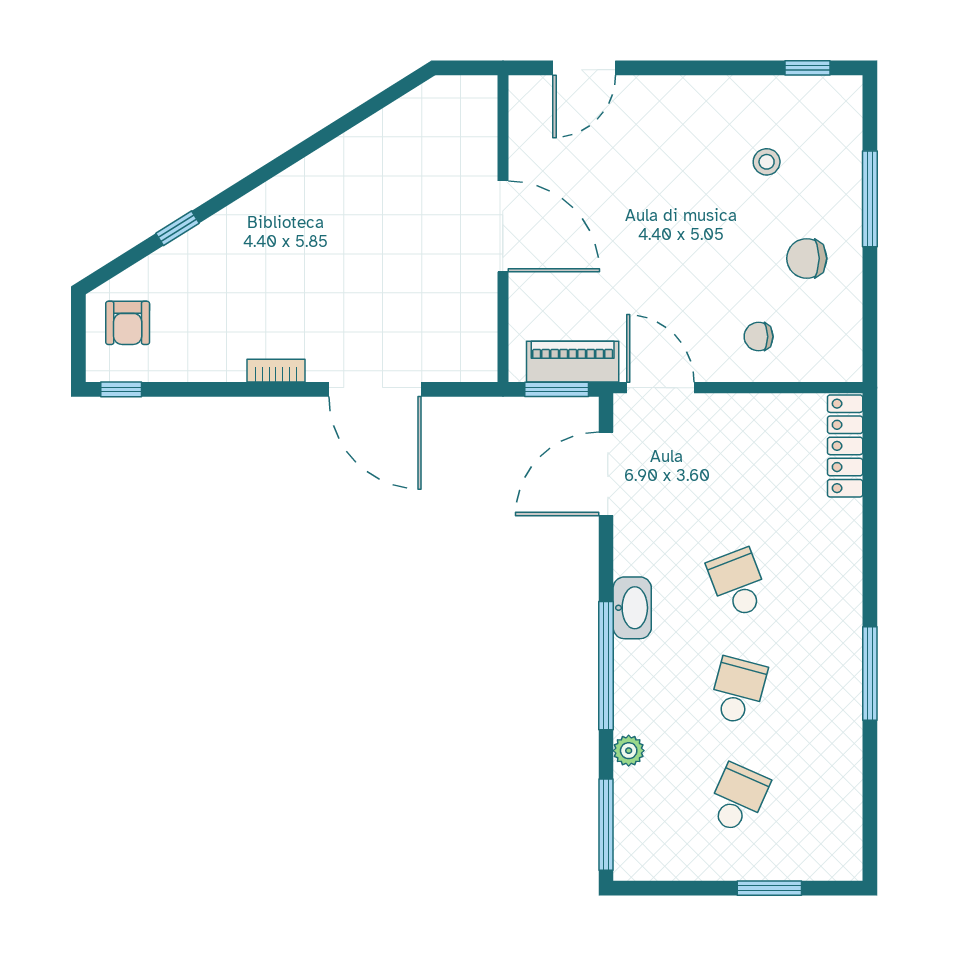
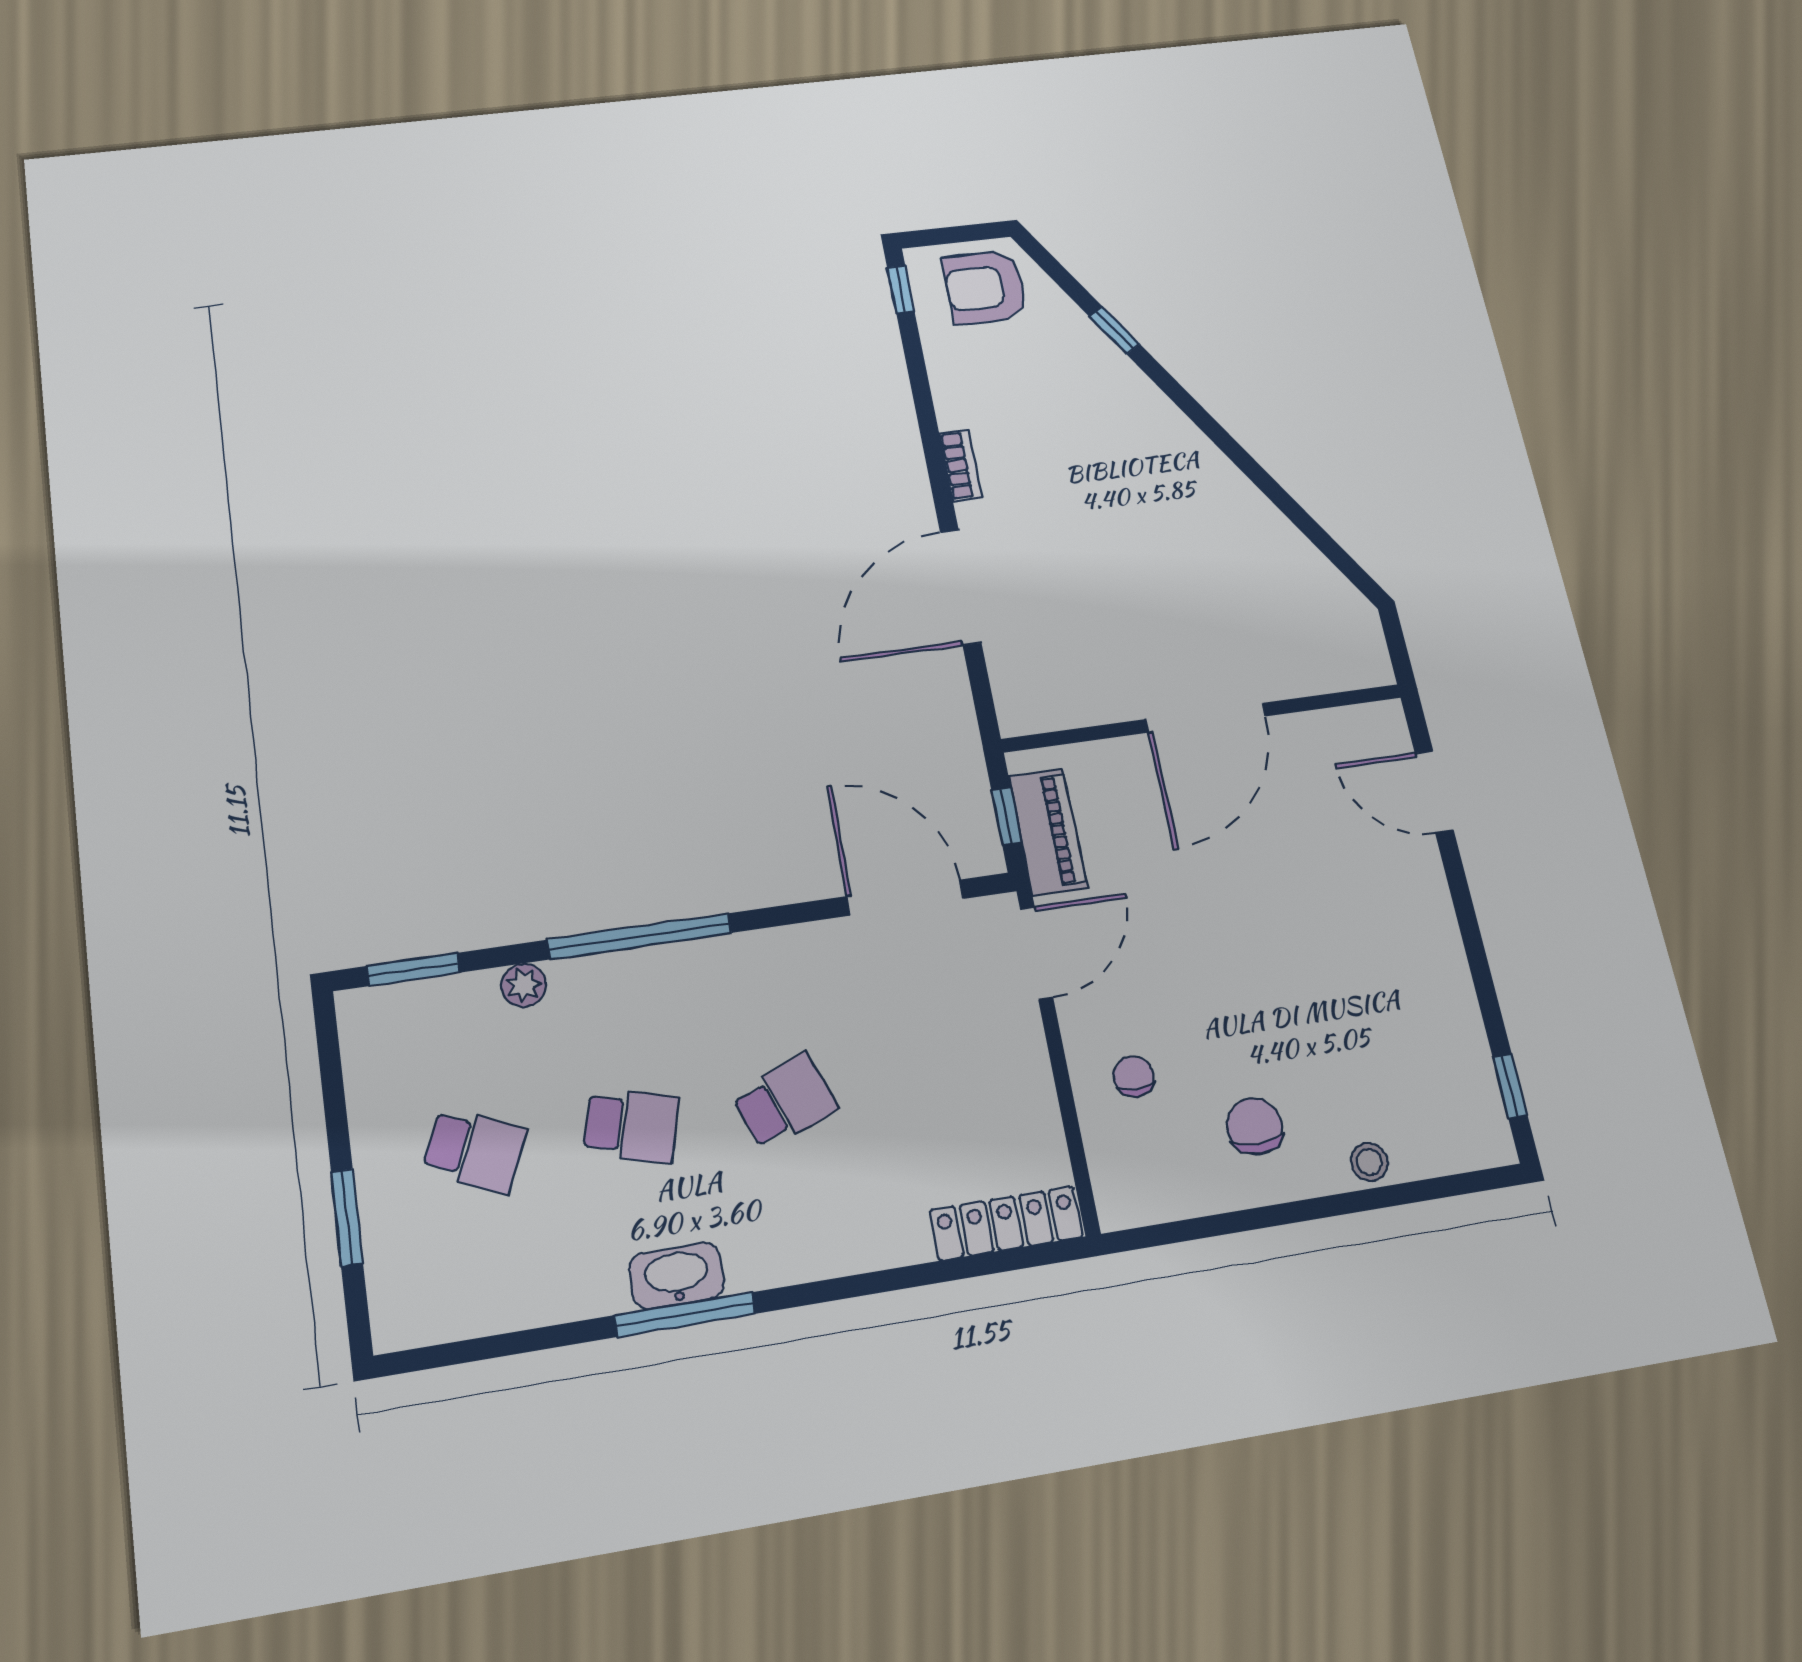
stool: (767, 162) -> (1369, 1162), moved
window: (870, 199) -> (1356, 1202), removed
armchair: (128, 323) -> (985, 287), width x1.38, depth x1.38
window: (557, 389) -> (1007, 816), width x0.67
washbasin: (632, 608) -> (677, 1276), moved, turned 180
window: (606, 825) -> (413, 969), width x0.69

